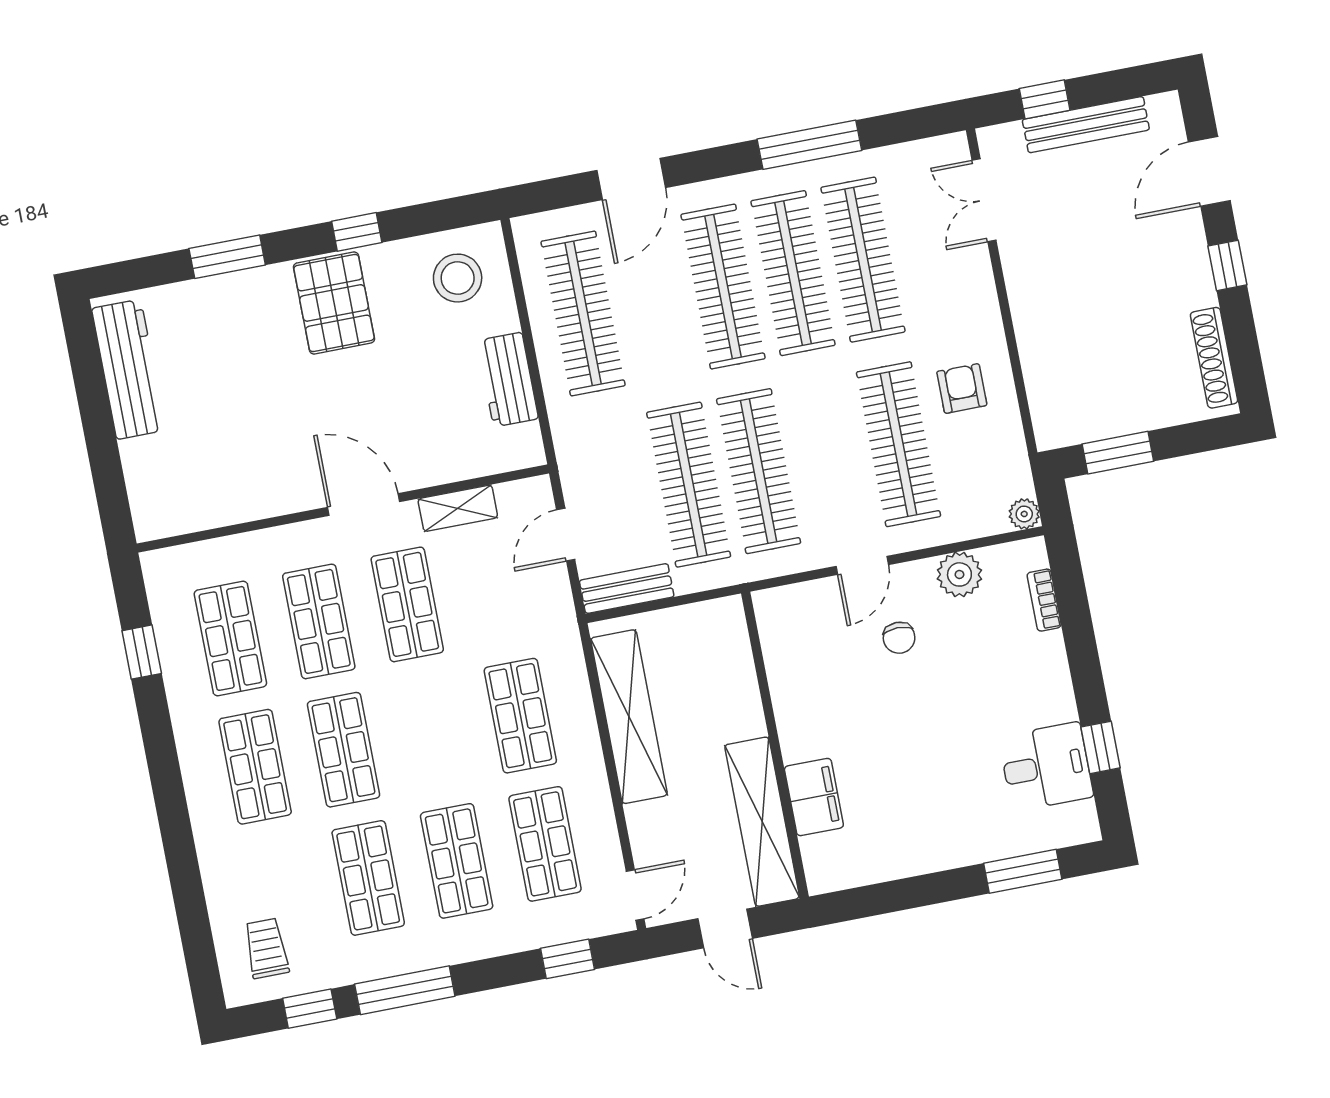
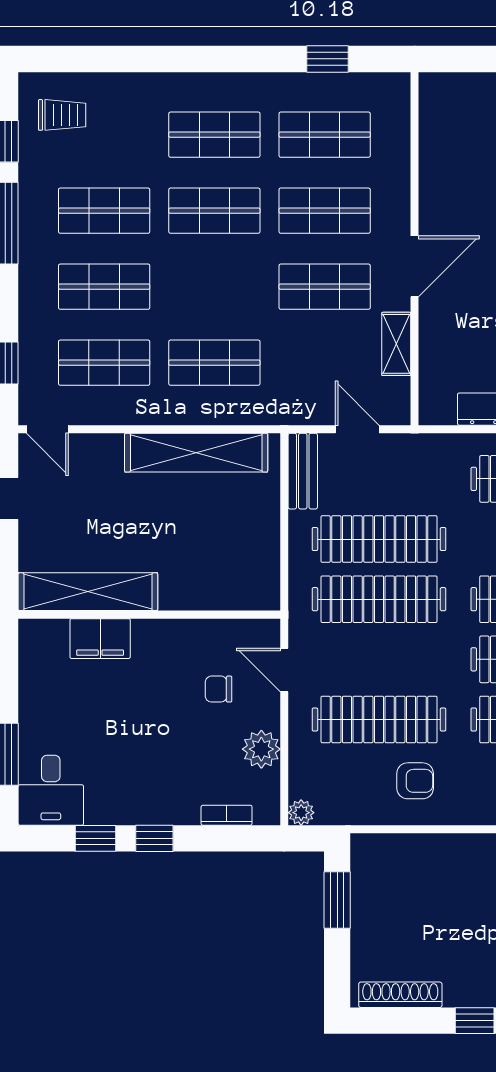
window: (1087, 679) -> (154, 838), added
wall: (775, 745) -> (149, 615), moved
desk: (1046, 767) -> (51, 790), moved
filing cabinet: (814, 797) -> (100, 639), moved
shelving: (762, 822) -> (88, 592), moved

